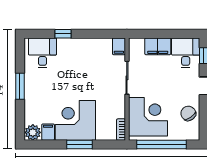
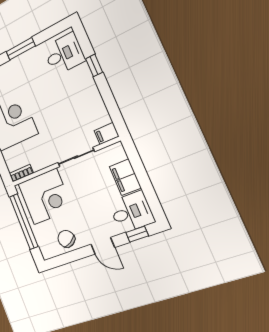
chair: (188, 113) -> (66, 239), turned -86

